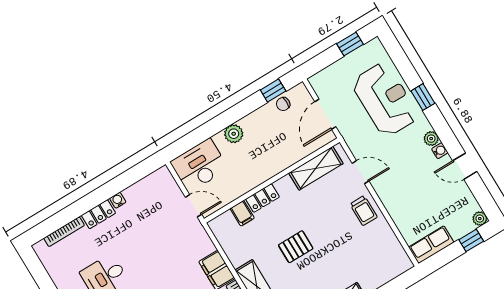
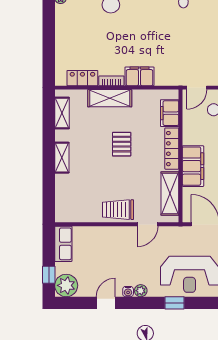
filing cabinet: (274, 162) -> (193, 166), added
locker: (262, 198) -> (172, 149), width x1.53
trolley: (364, 211) -> (118, 210), width x1.36, depth x1.39
filing cabinet: (242, 213) -> (170, 113), width x2.00
plant: (480, 219) -> (66, 285), width x1.88, depth x1.88

